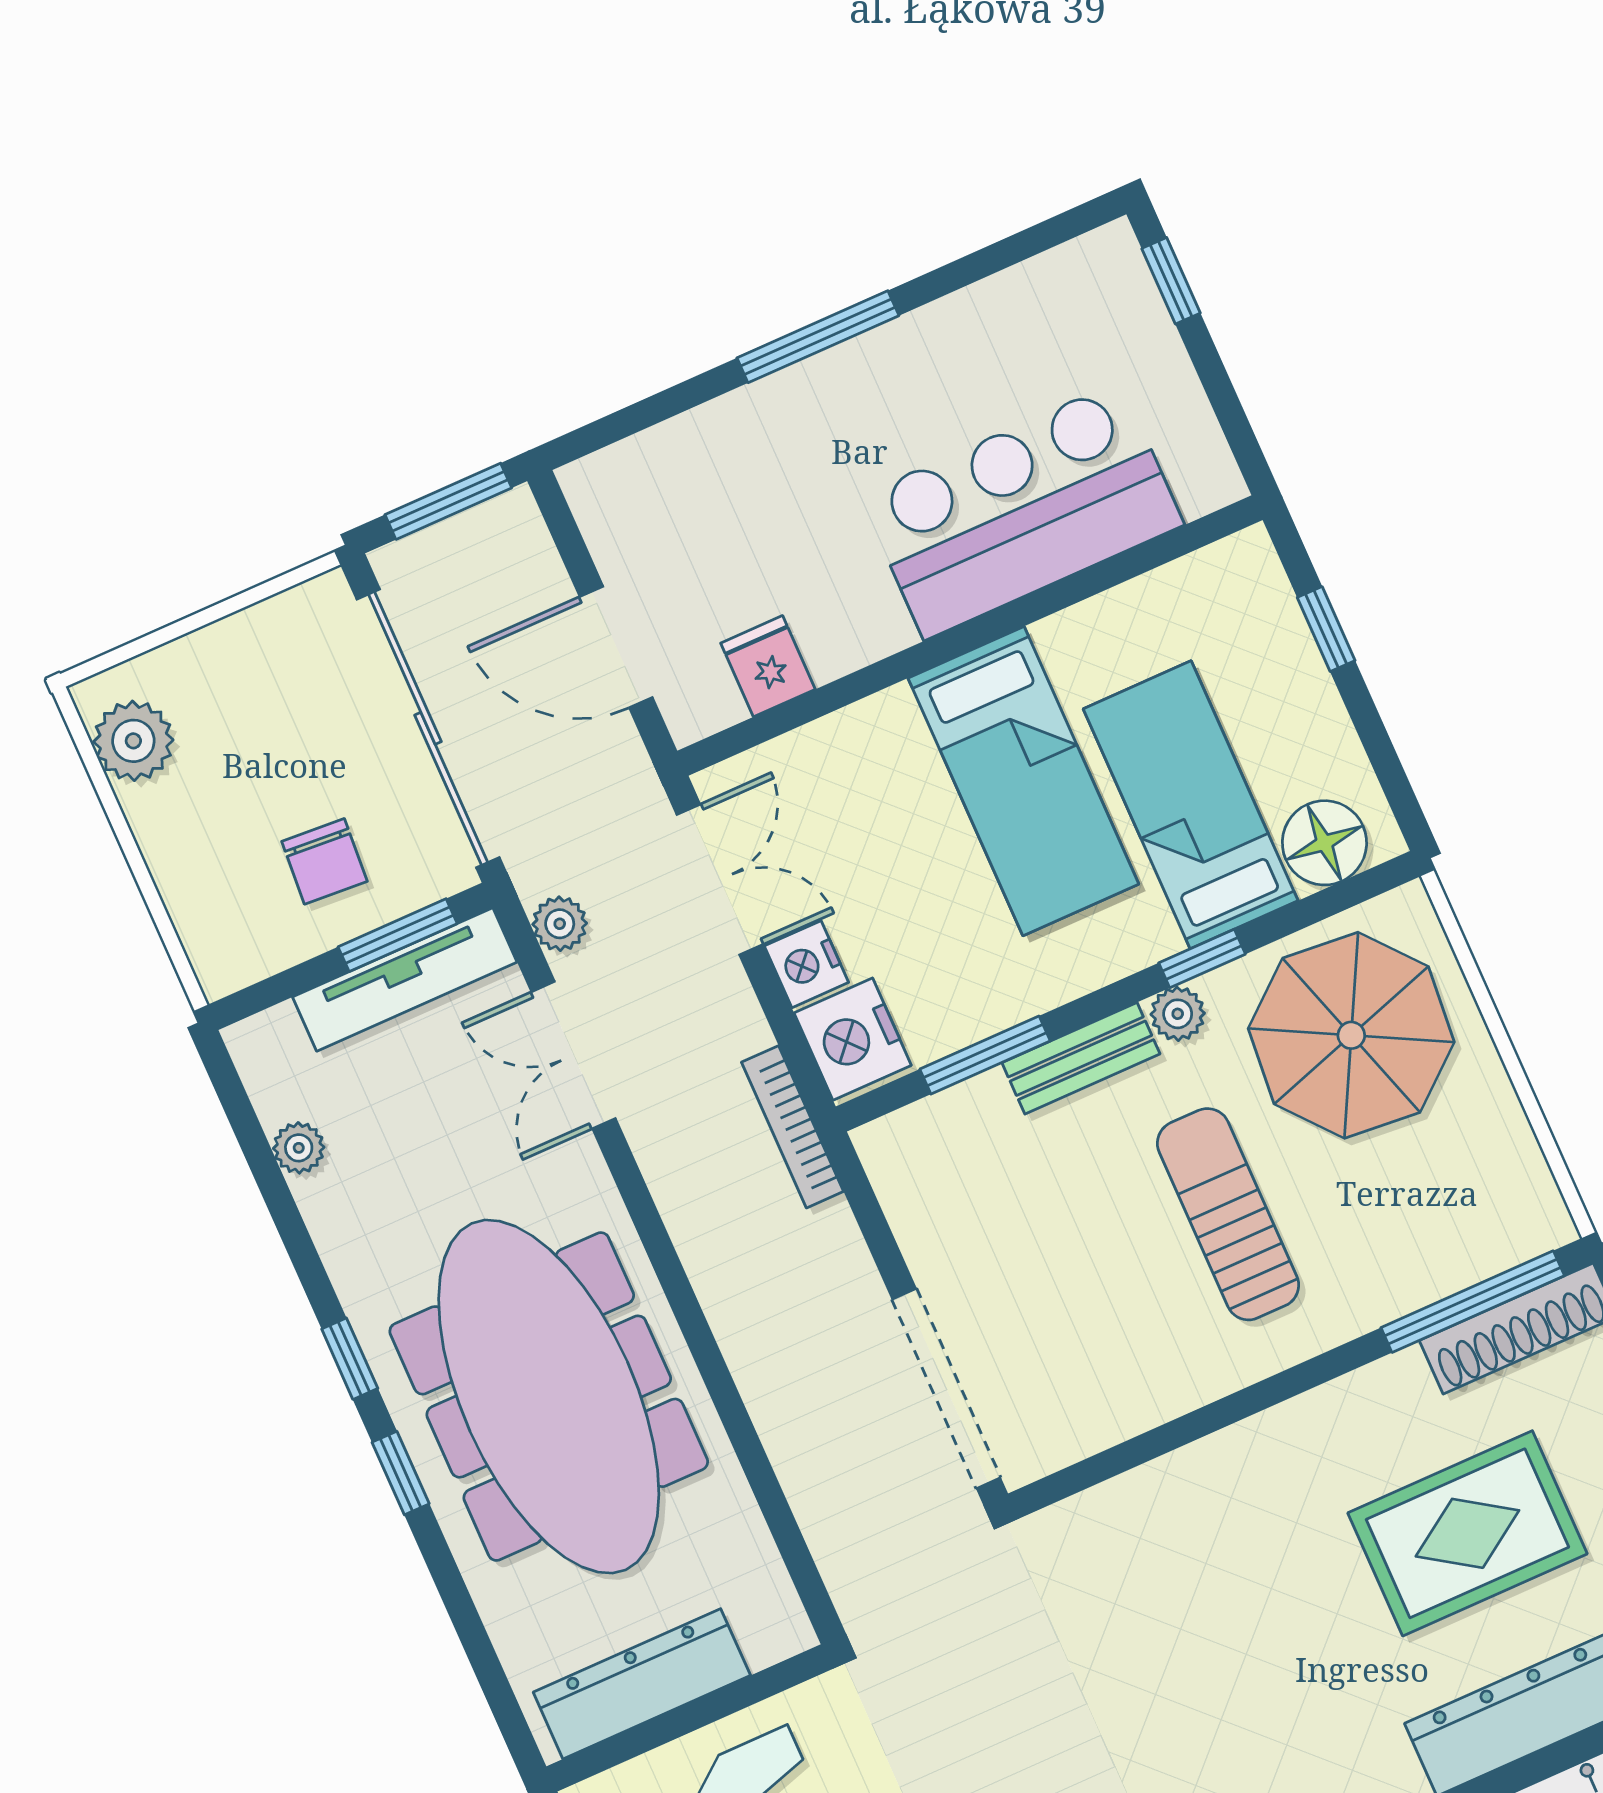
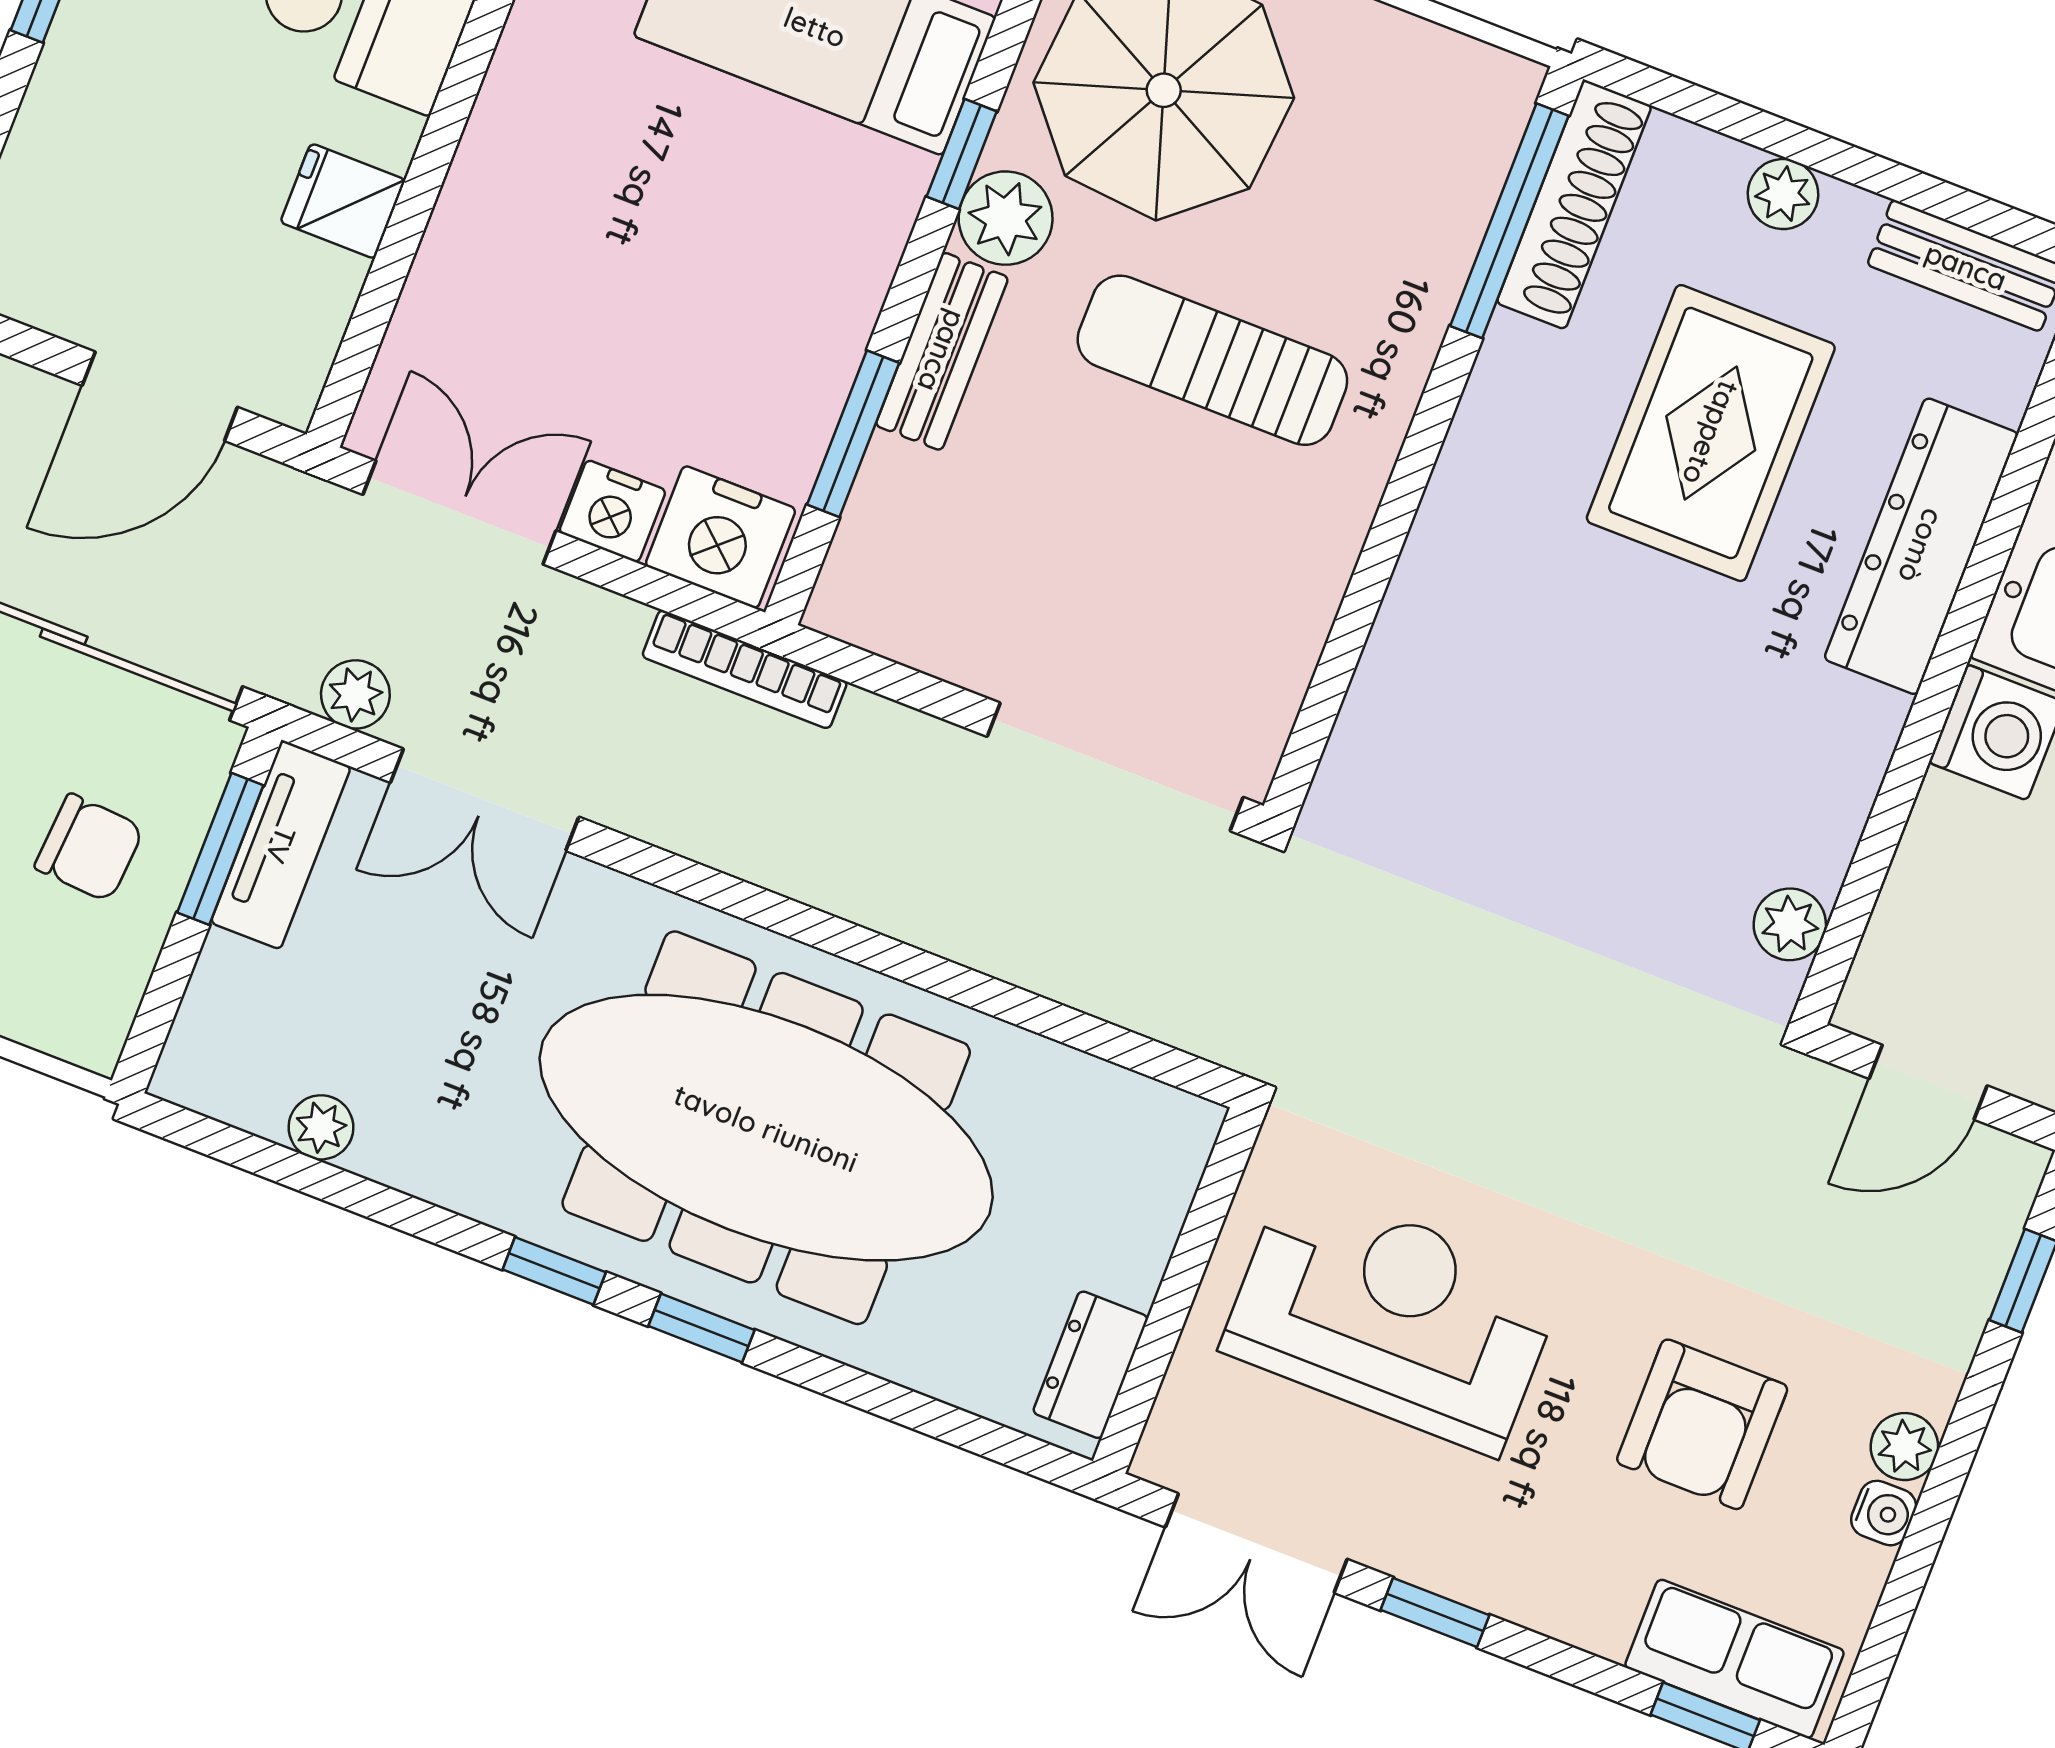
fridge: (768, 666) -> (343, 201), moved
bed: (1023, 781) -> (644, 154), removed
tv unit: (405, 979) -> (281, 845), width x0.71
plant: (1178, 1014) -> (1006, 218), width x1.38, depth x1.38
dresser: (642, 1684) -> (1091, 1365), width x0.51, depth x0.80

